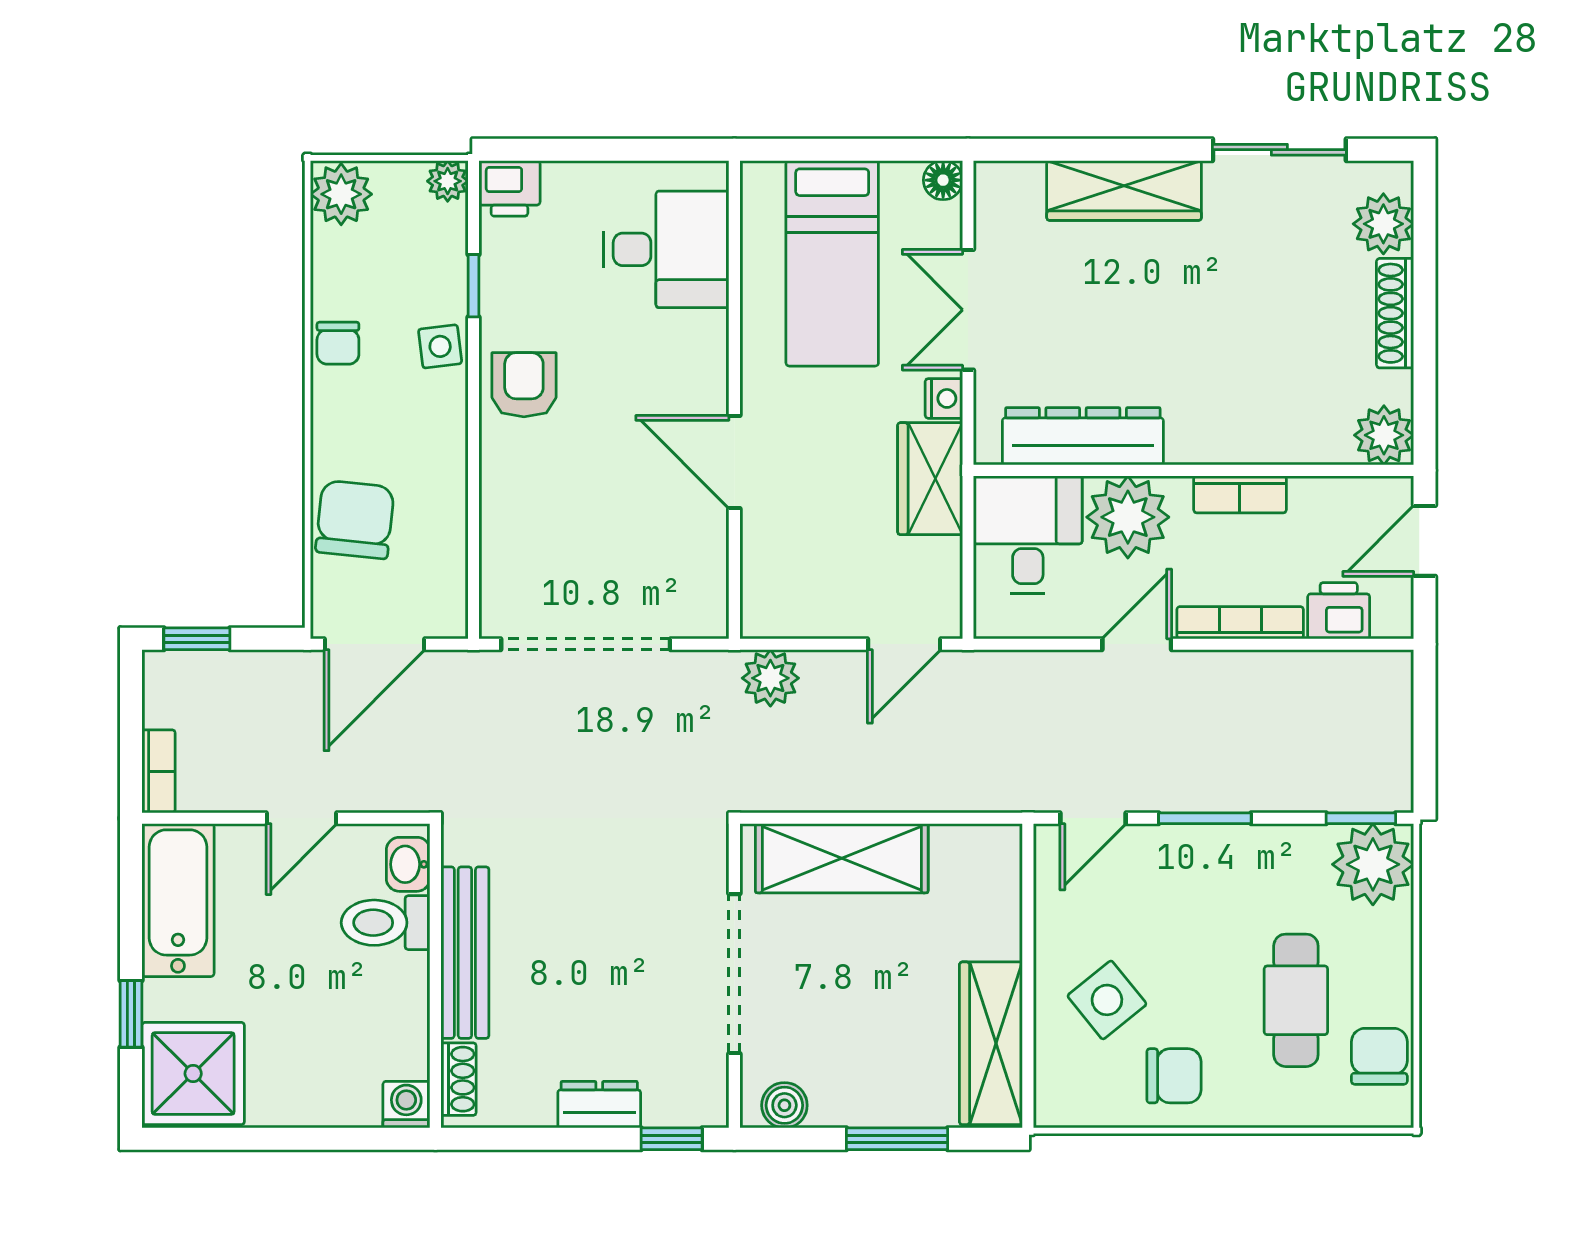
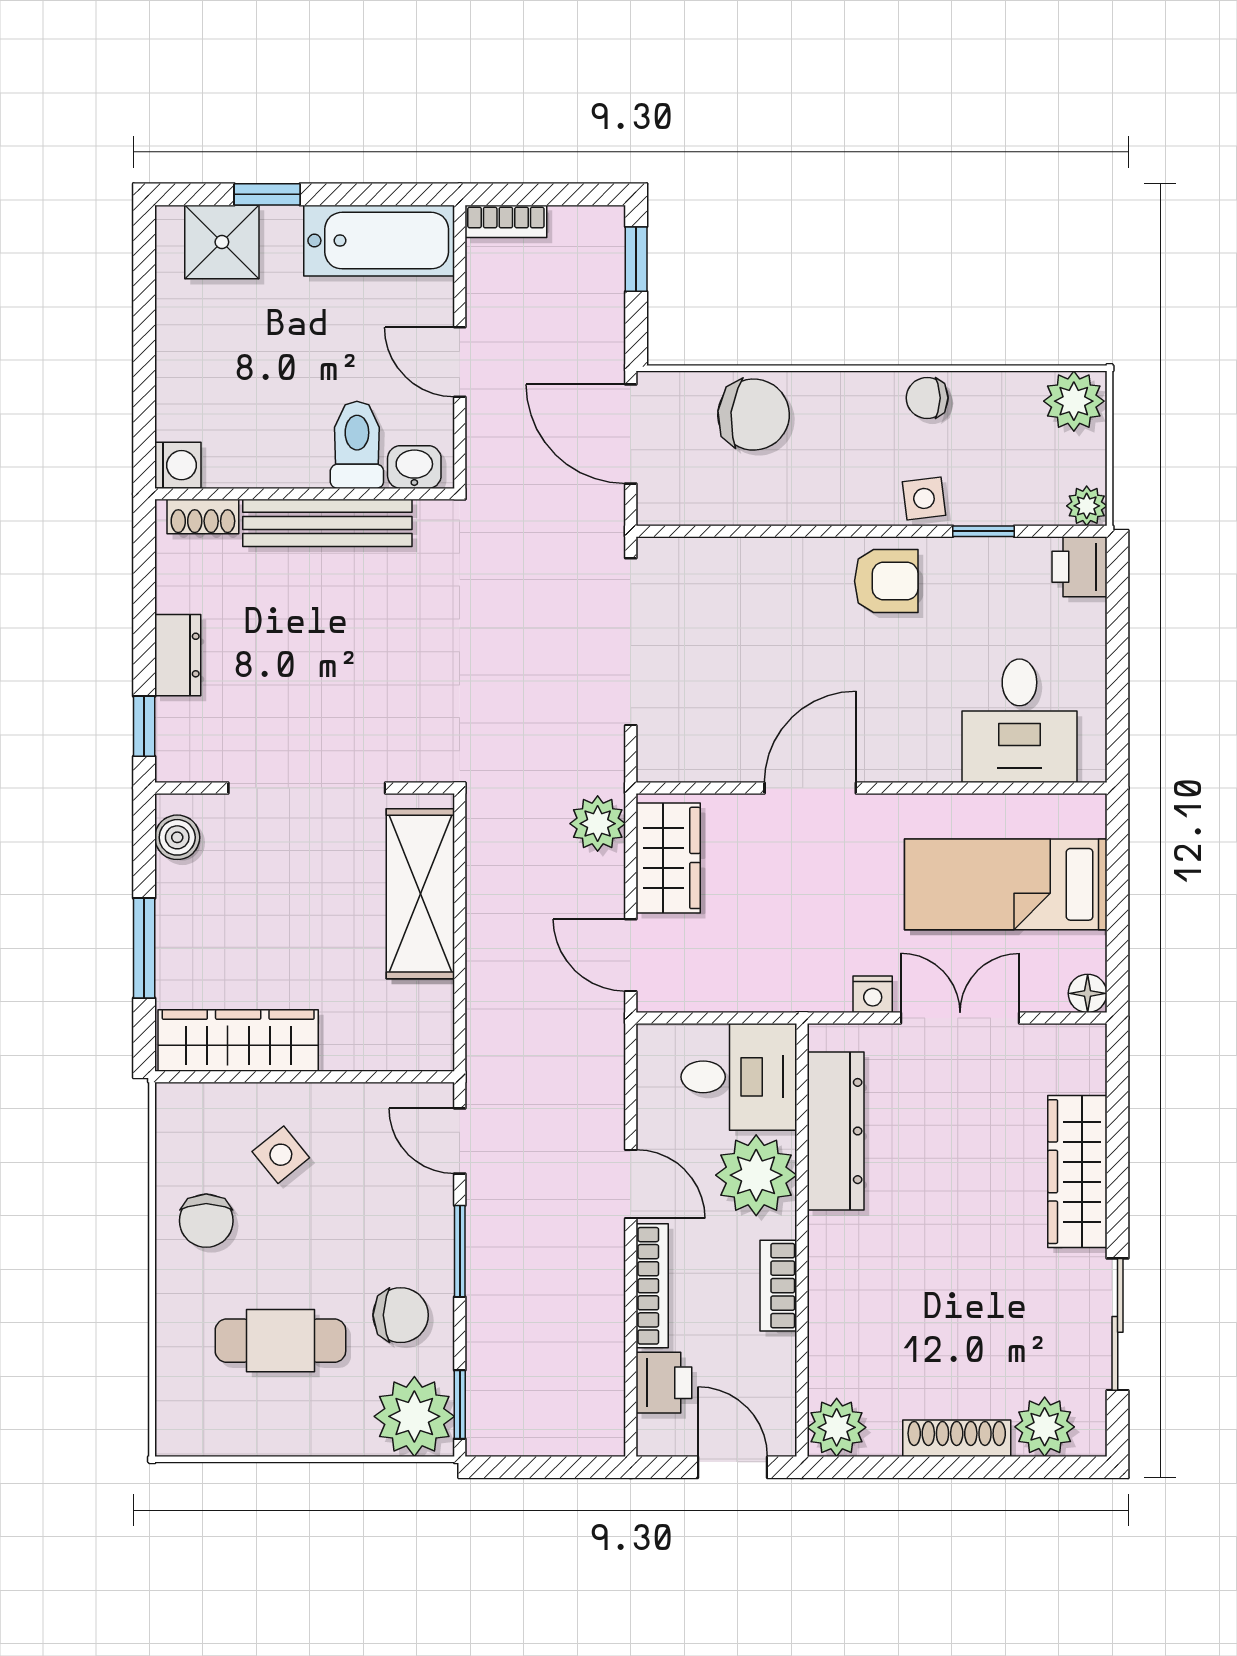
wardrobe: (930, 479) -> (668, 858), moved, turned 90
side table: (1107, 1000) -> (281, 1155), width x0.73, depth x0.73
chair: (1379, 1056) -> (401, 1315), moved
shower: (193, 1074) -> (222, 242), width x0.73, depth x0.73

